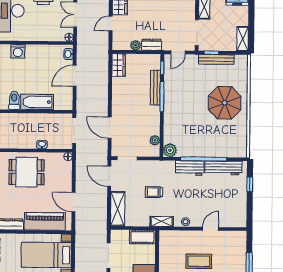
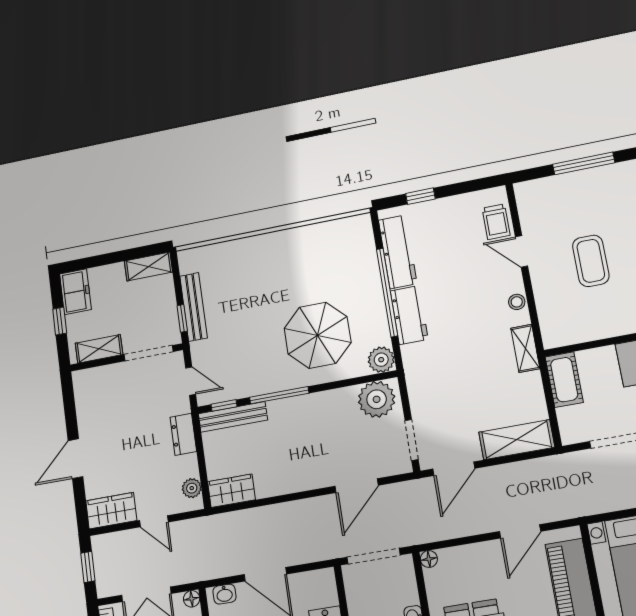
plant: (136, 45) -> (192, 488), moved
bench: (155, 87) -> (233, 417), moved
parasol: (225, 103) -> (318, 335), moved
plant: (155, 140) -> (377, 399), width x1.87, depth x1.87
trolley: (154, 192) -> (496, 222), moved

